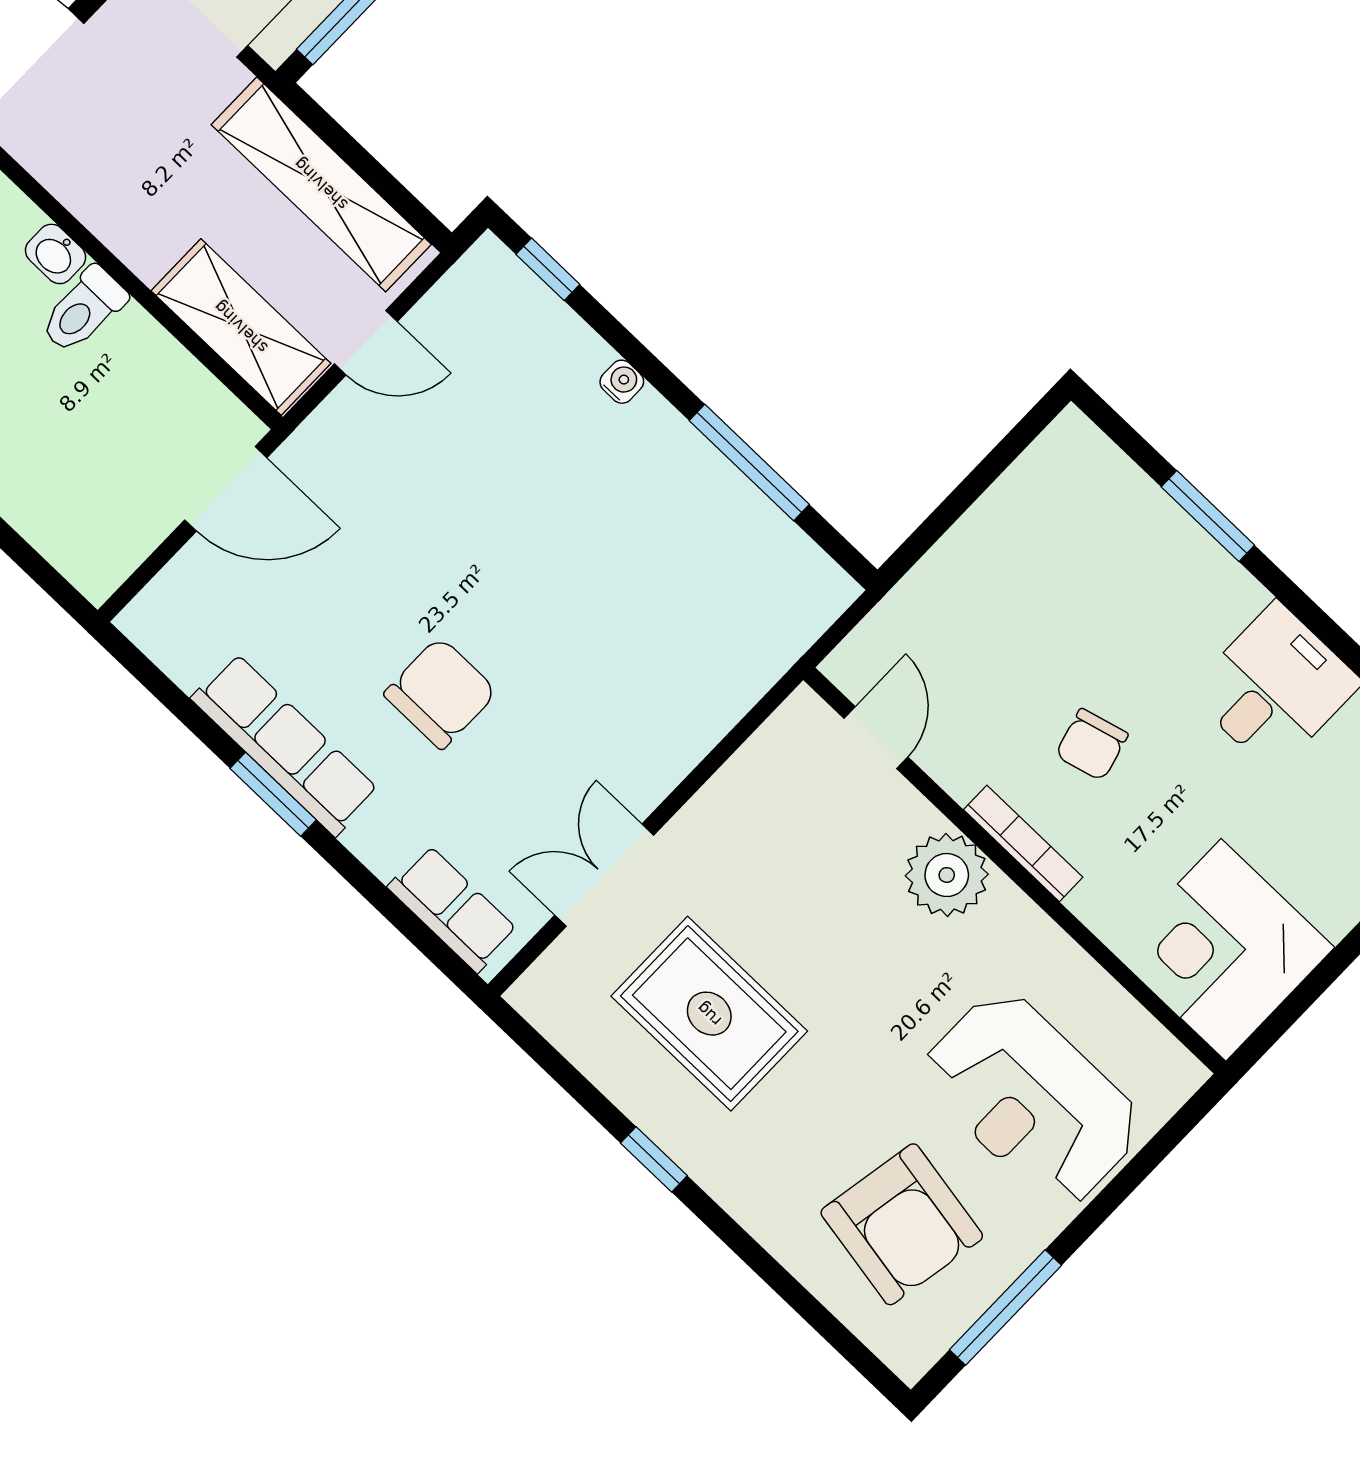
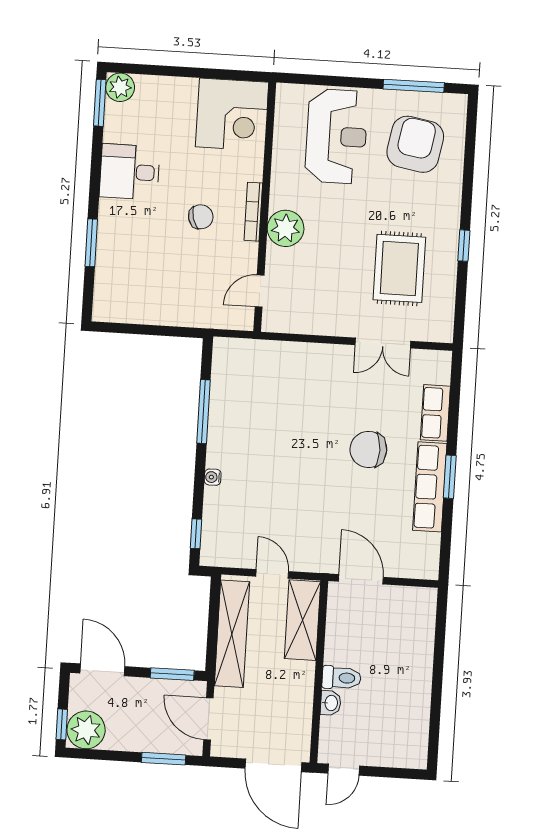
row of seats: (453, 909) -> (435, 413), moved

